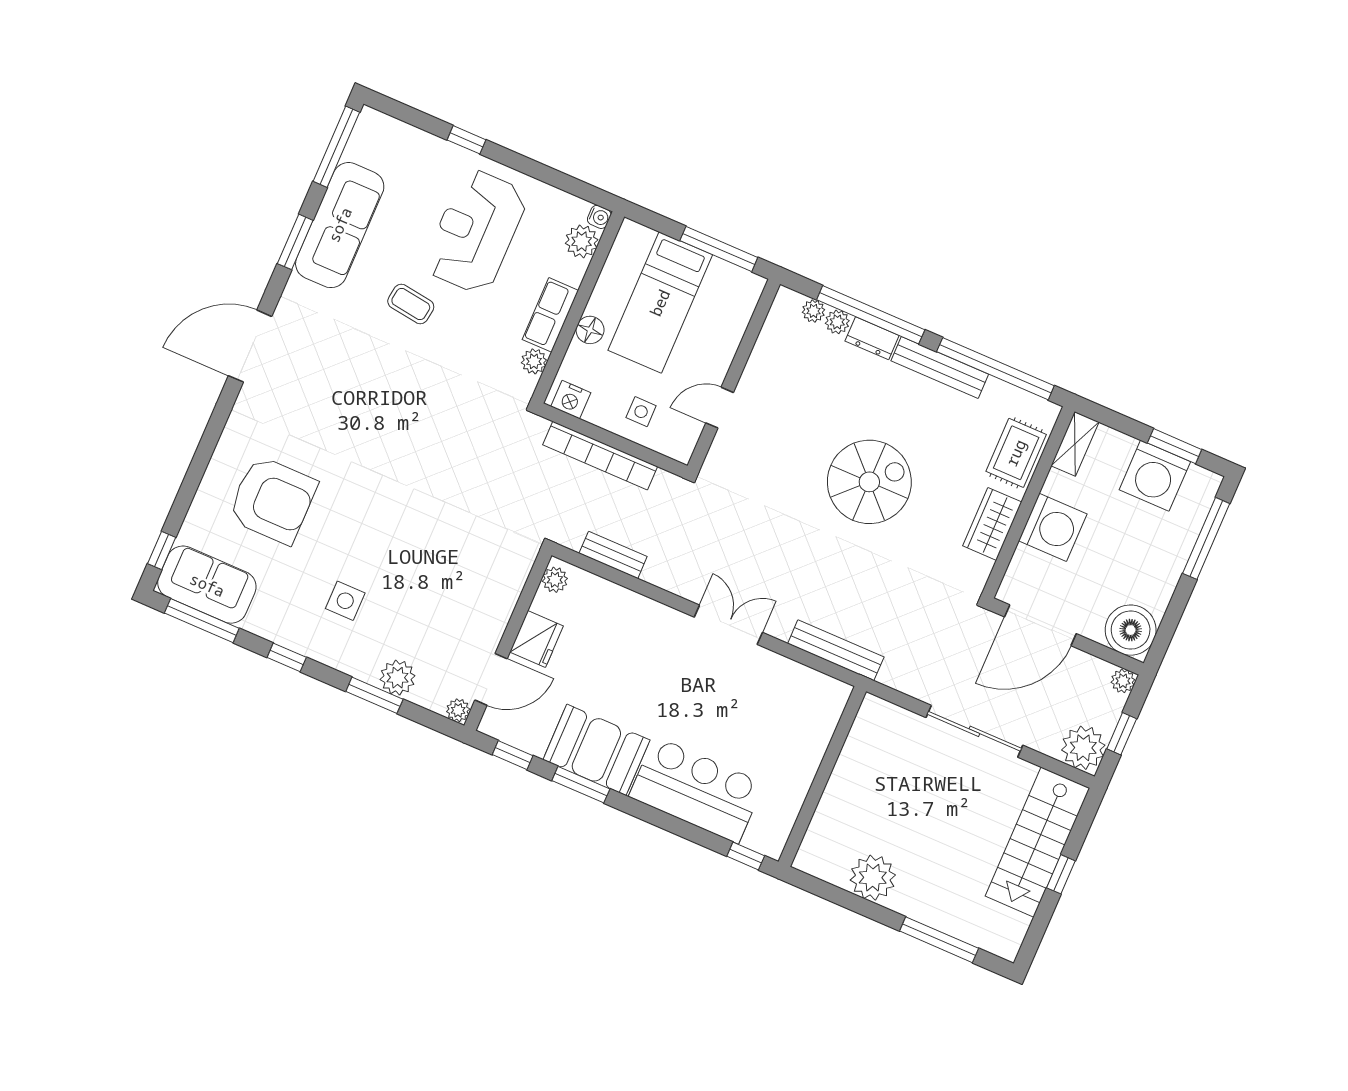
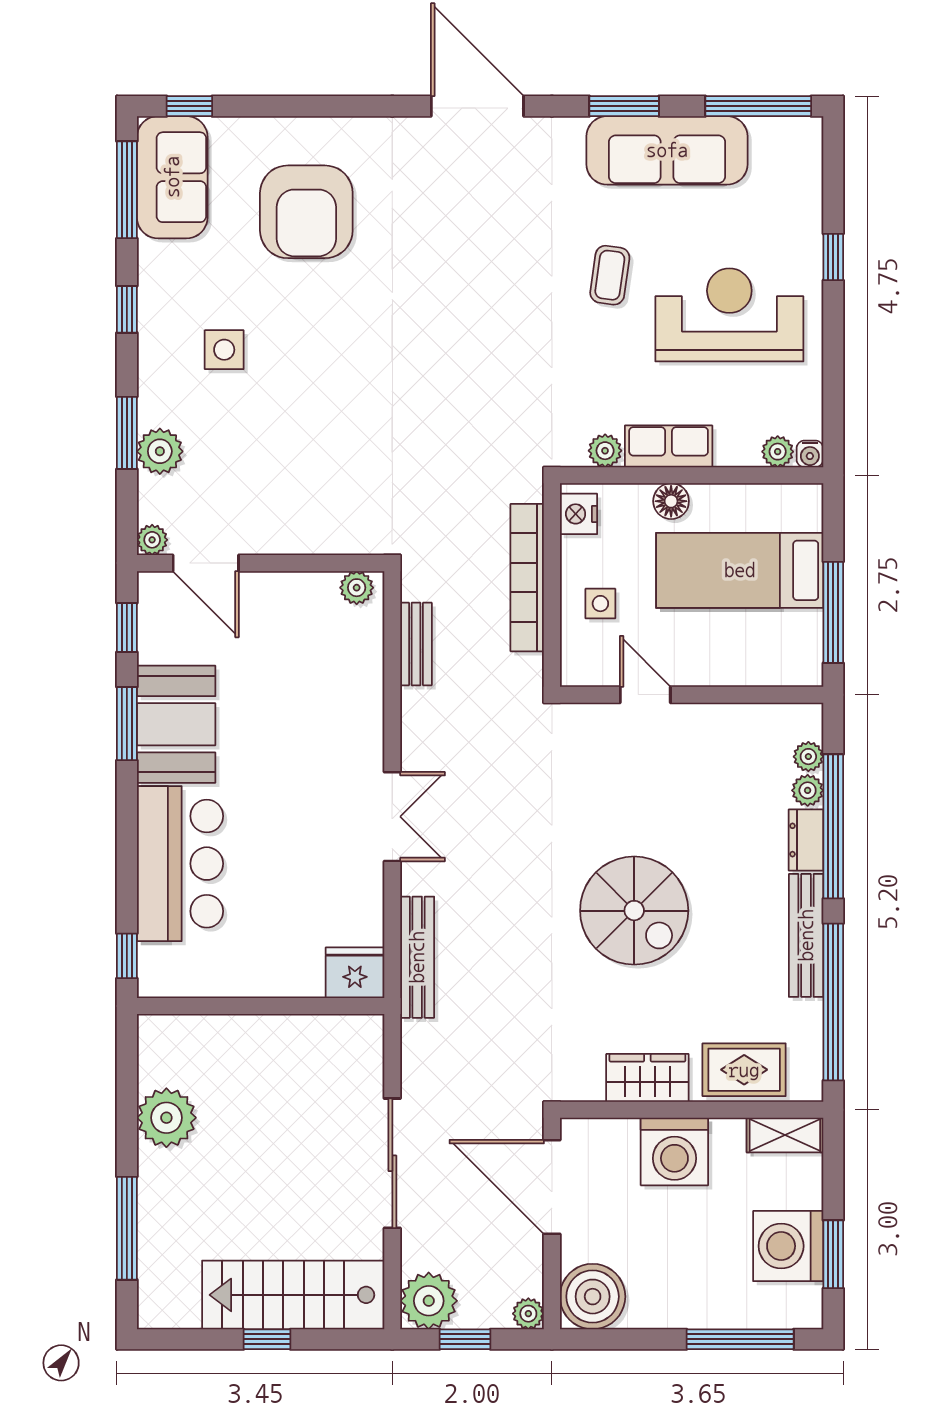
plant: (582, 241) -> (778, 452), width x0.73, depth x0.73
fridge: (536, 639) -> (355, 973), moved, turned 180

